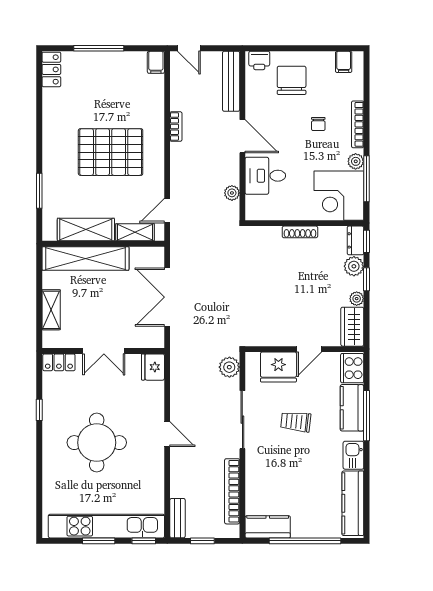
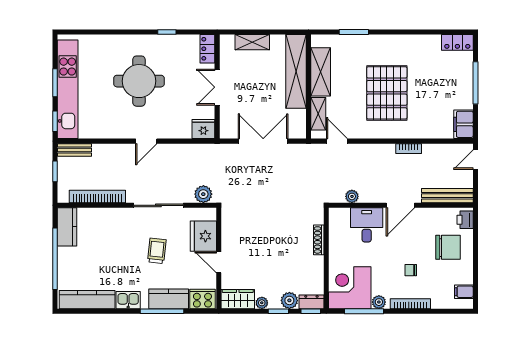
filing cabinet: (156, 62) -> (463, 124), width x2.00
shoe rack: (300, 232) -> (319, 240), moved

